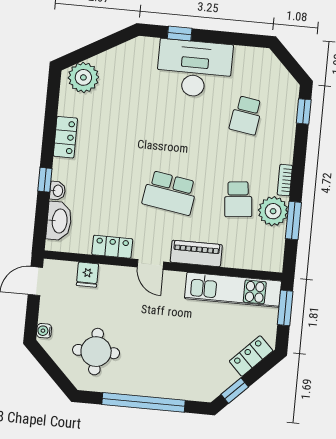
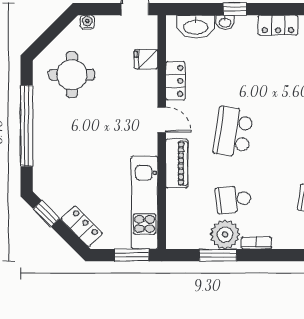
door: (150, 264) -> (162, 120), swing flipped

